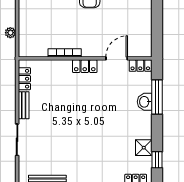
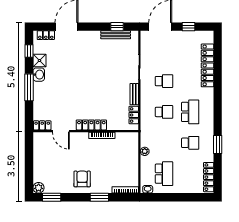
door: (117, 58) -> (61, 131), hinge flipped
locker: (85, 66) -> (91, 125), width x1.53
window: (157, 97) -> (29, 87), moved
washbasin: (145, 102) -> (39, 75), moved

